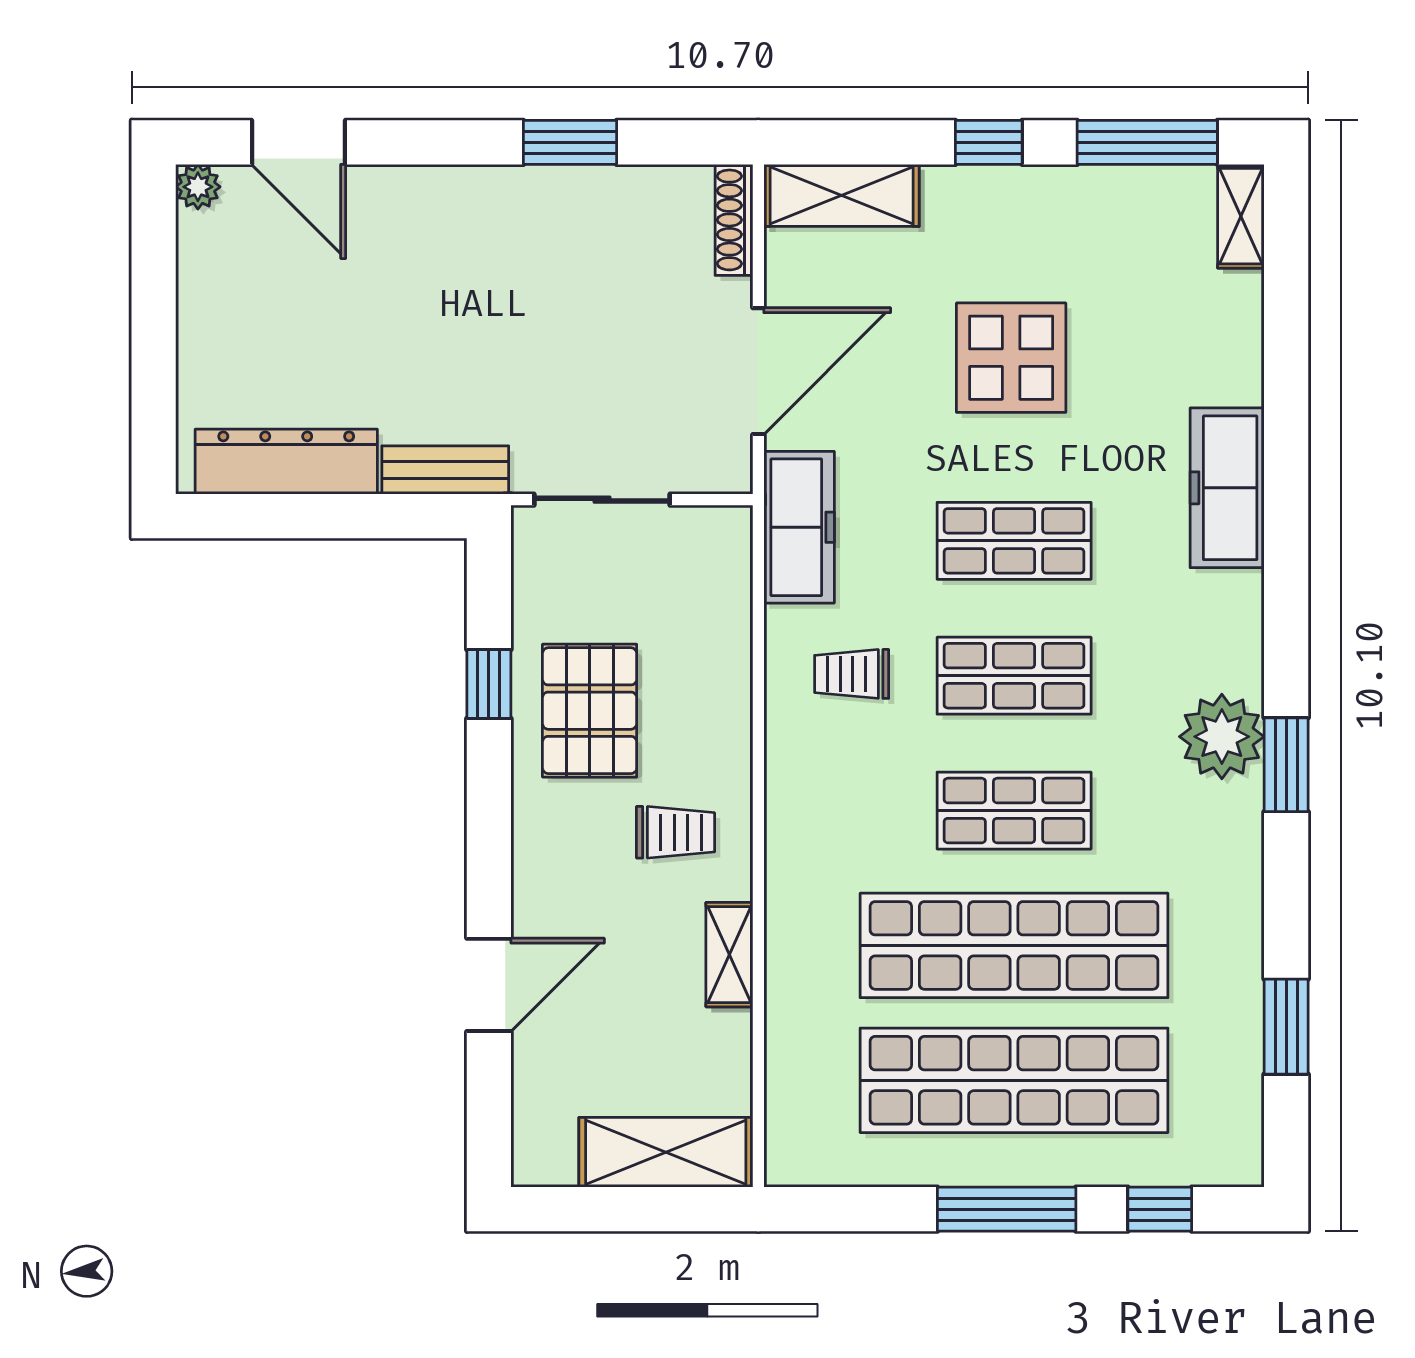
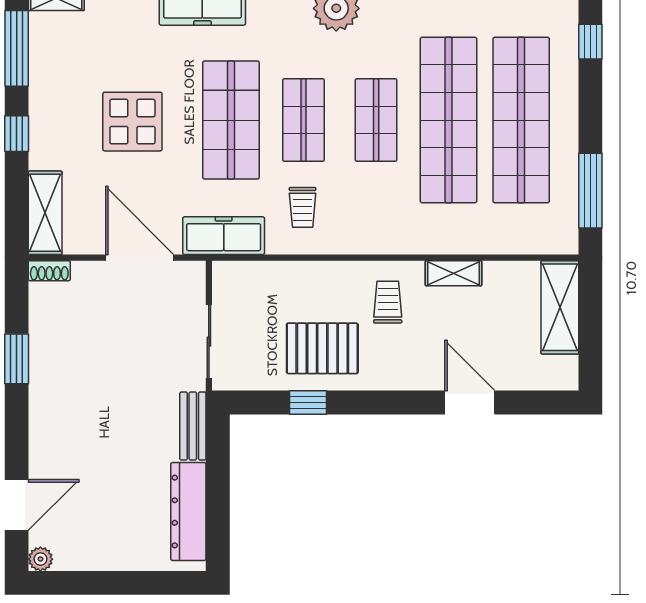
shoe rack: (734, 220) -> (49, 271), width x0.70
shop shelf: (1014, 541) -> (231, 120), width x1.43, depth x1.36
window: (1007, 1209) -> (590, 191), moved

